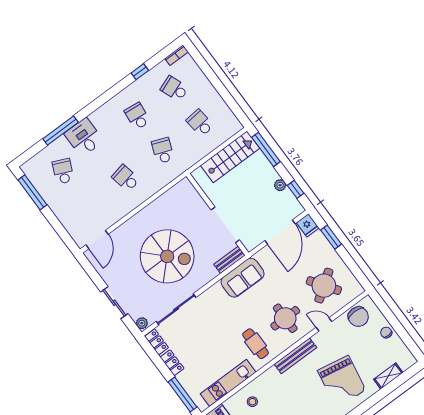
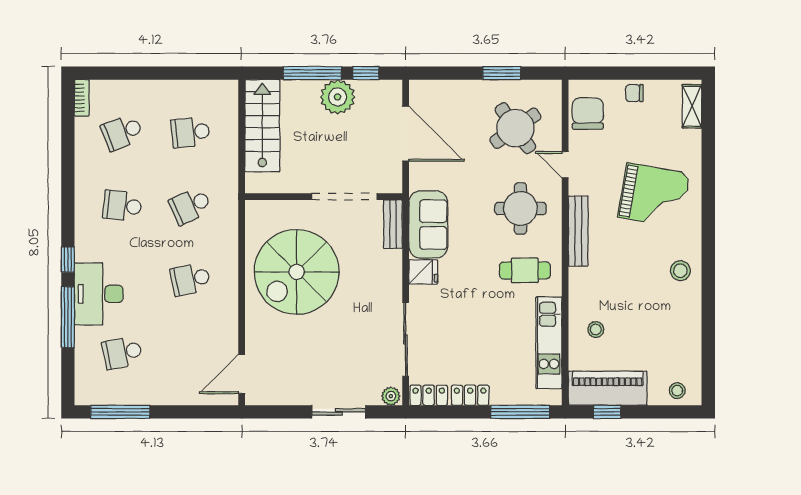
window: (140, 72) -> (68, 260), moved
desk: (84, 137) -> (99, 294), width x1.37
window: (266, 149) -> (313, 73), moved
school desk: (163, 151) -> (190, 206), turned -45
school desk: (63, 171) -> (122, 353), turned -36
plant: (280, 185) -> (338, 97), width x1.88, depth x1.88
fridge: (308, 225) -> (423, 272), moved
window: (331, 237) -> (502, 73), moved
door: (97, 240) -> (242, 374), swing flipped
spiral stairs: (167, 256) -> (297, 272), moved, turned 180
chair: (358, 317) -> (588, 114), turned -90
door: (324, 324) -> (565, 165), hinge flipped
shelving: (388, 376) -> (692, 106), moved

